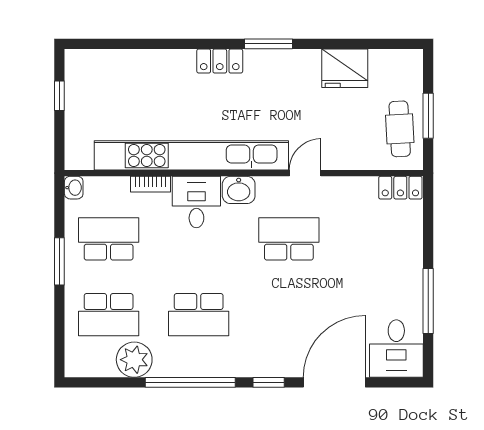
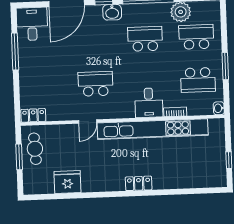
window: (268, 44) -> (111, 194), removed
washbasin: (239, 190) -> (112, 12), moved, turned 180
school desk: (289, 239) -> (95, 84), turned 180

